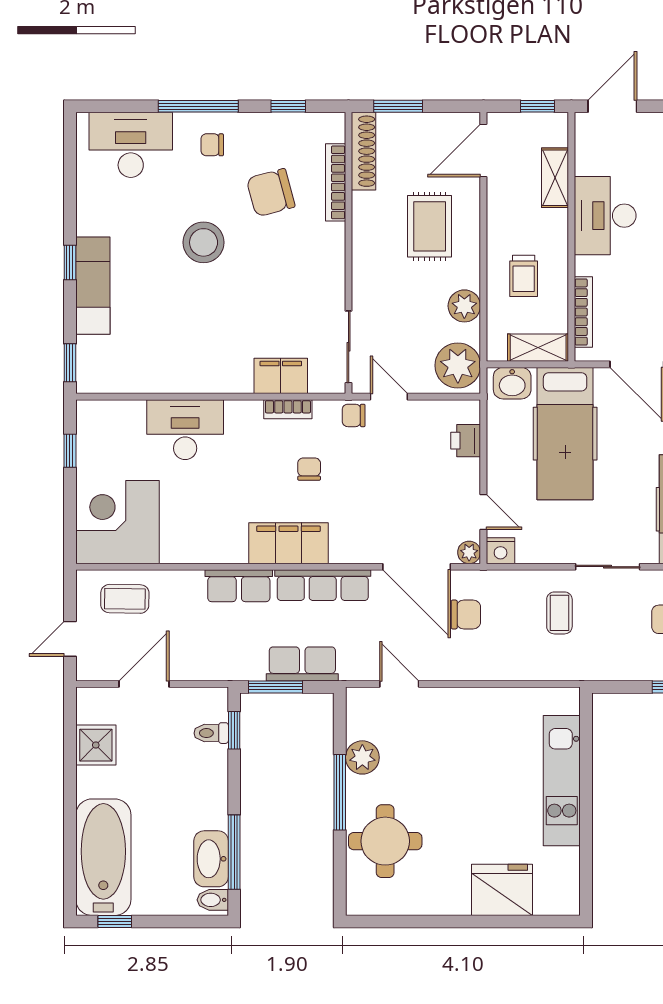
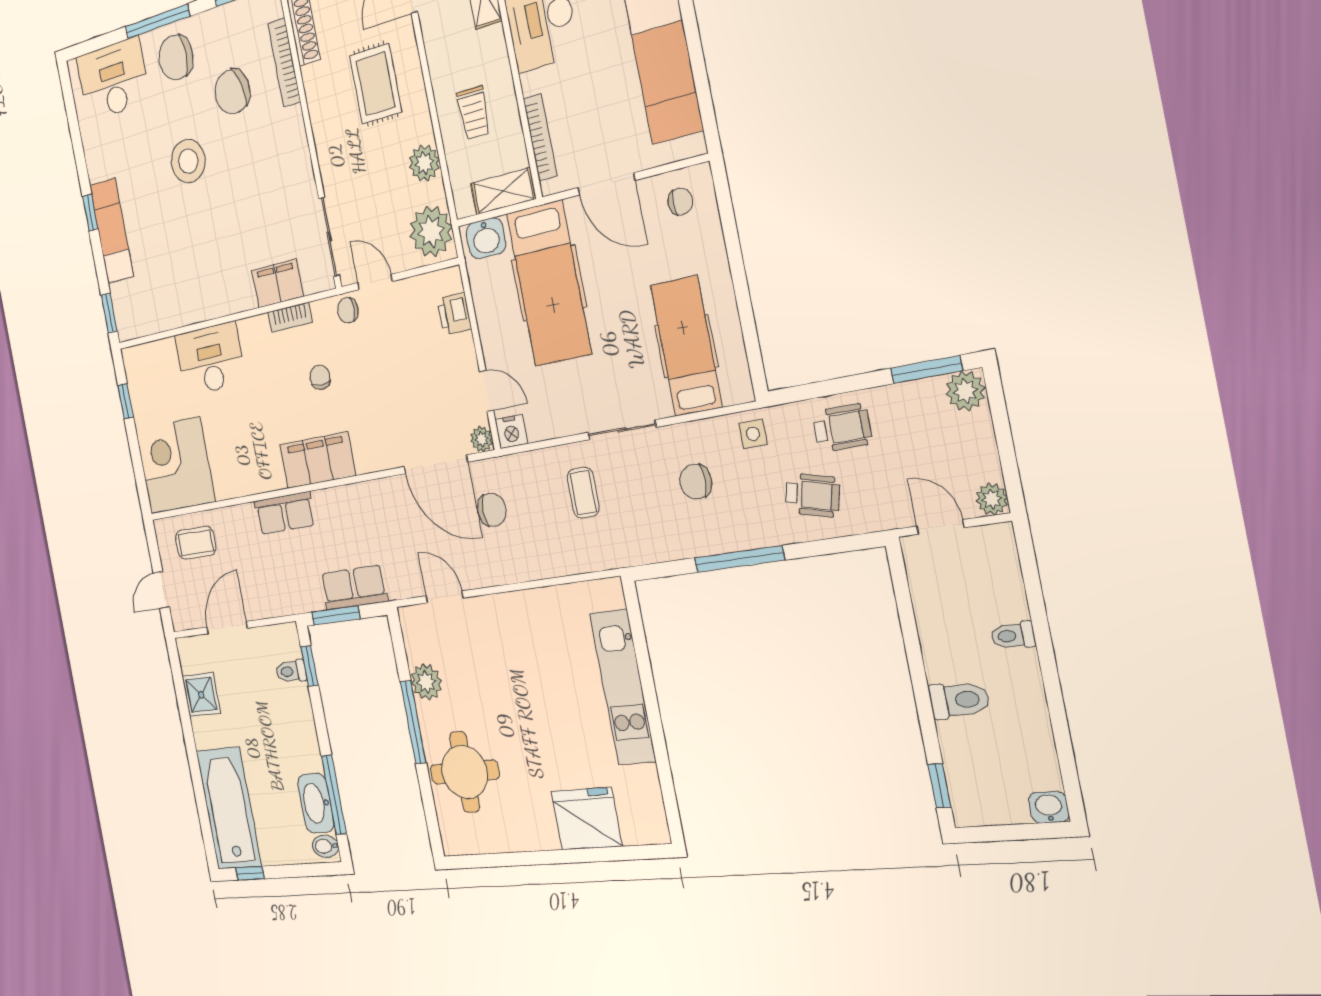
chair: (212, 145) -> (176, 57), width x1.87, depth x1.87
row of seats: (323, 585) -> (356, 500), removed

